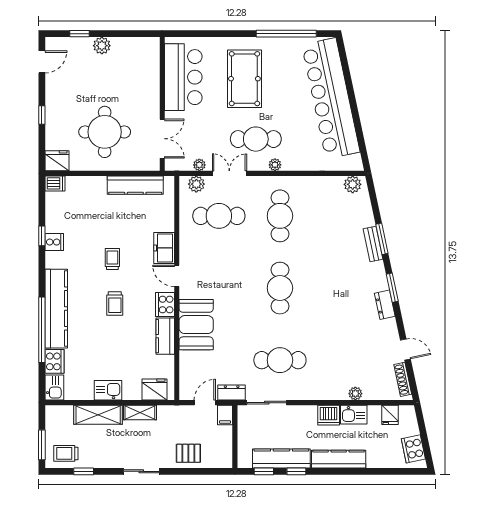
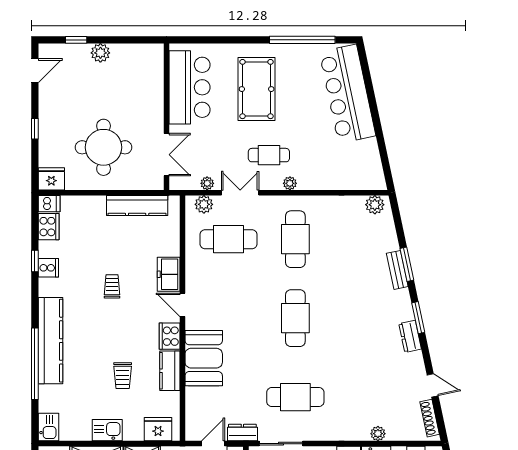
bar counter: (331, 98) -> (347, 94), width x0.73
cafe table: (256, 139) -> (269, 155), width x0.73, depth x0.74
trolley: (115, 303) -> (123, 376), moved
cooker: (54, 361) -> (49, 227), moved

